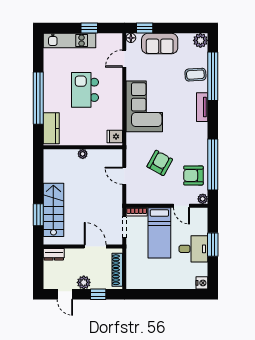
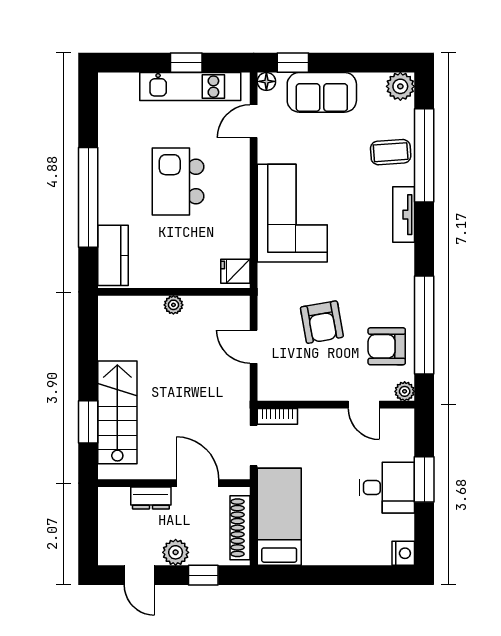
kitchen unit: (70, 41) -> (190, 87), moved
armchair: (160, 163) -> (322, 322), turned 141
bed: (159, 233) -> (279, 517), moved, turned 180
dresser: (54, 254) -> (151, 498), moved

